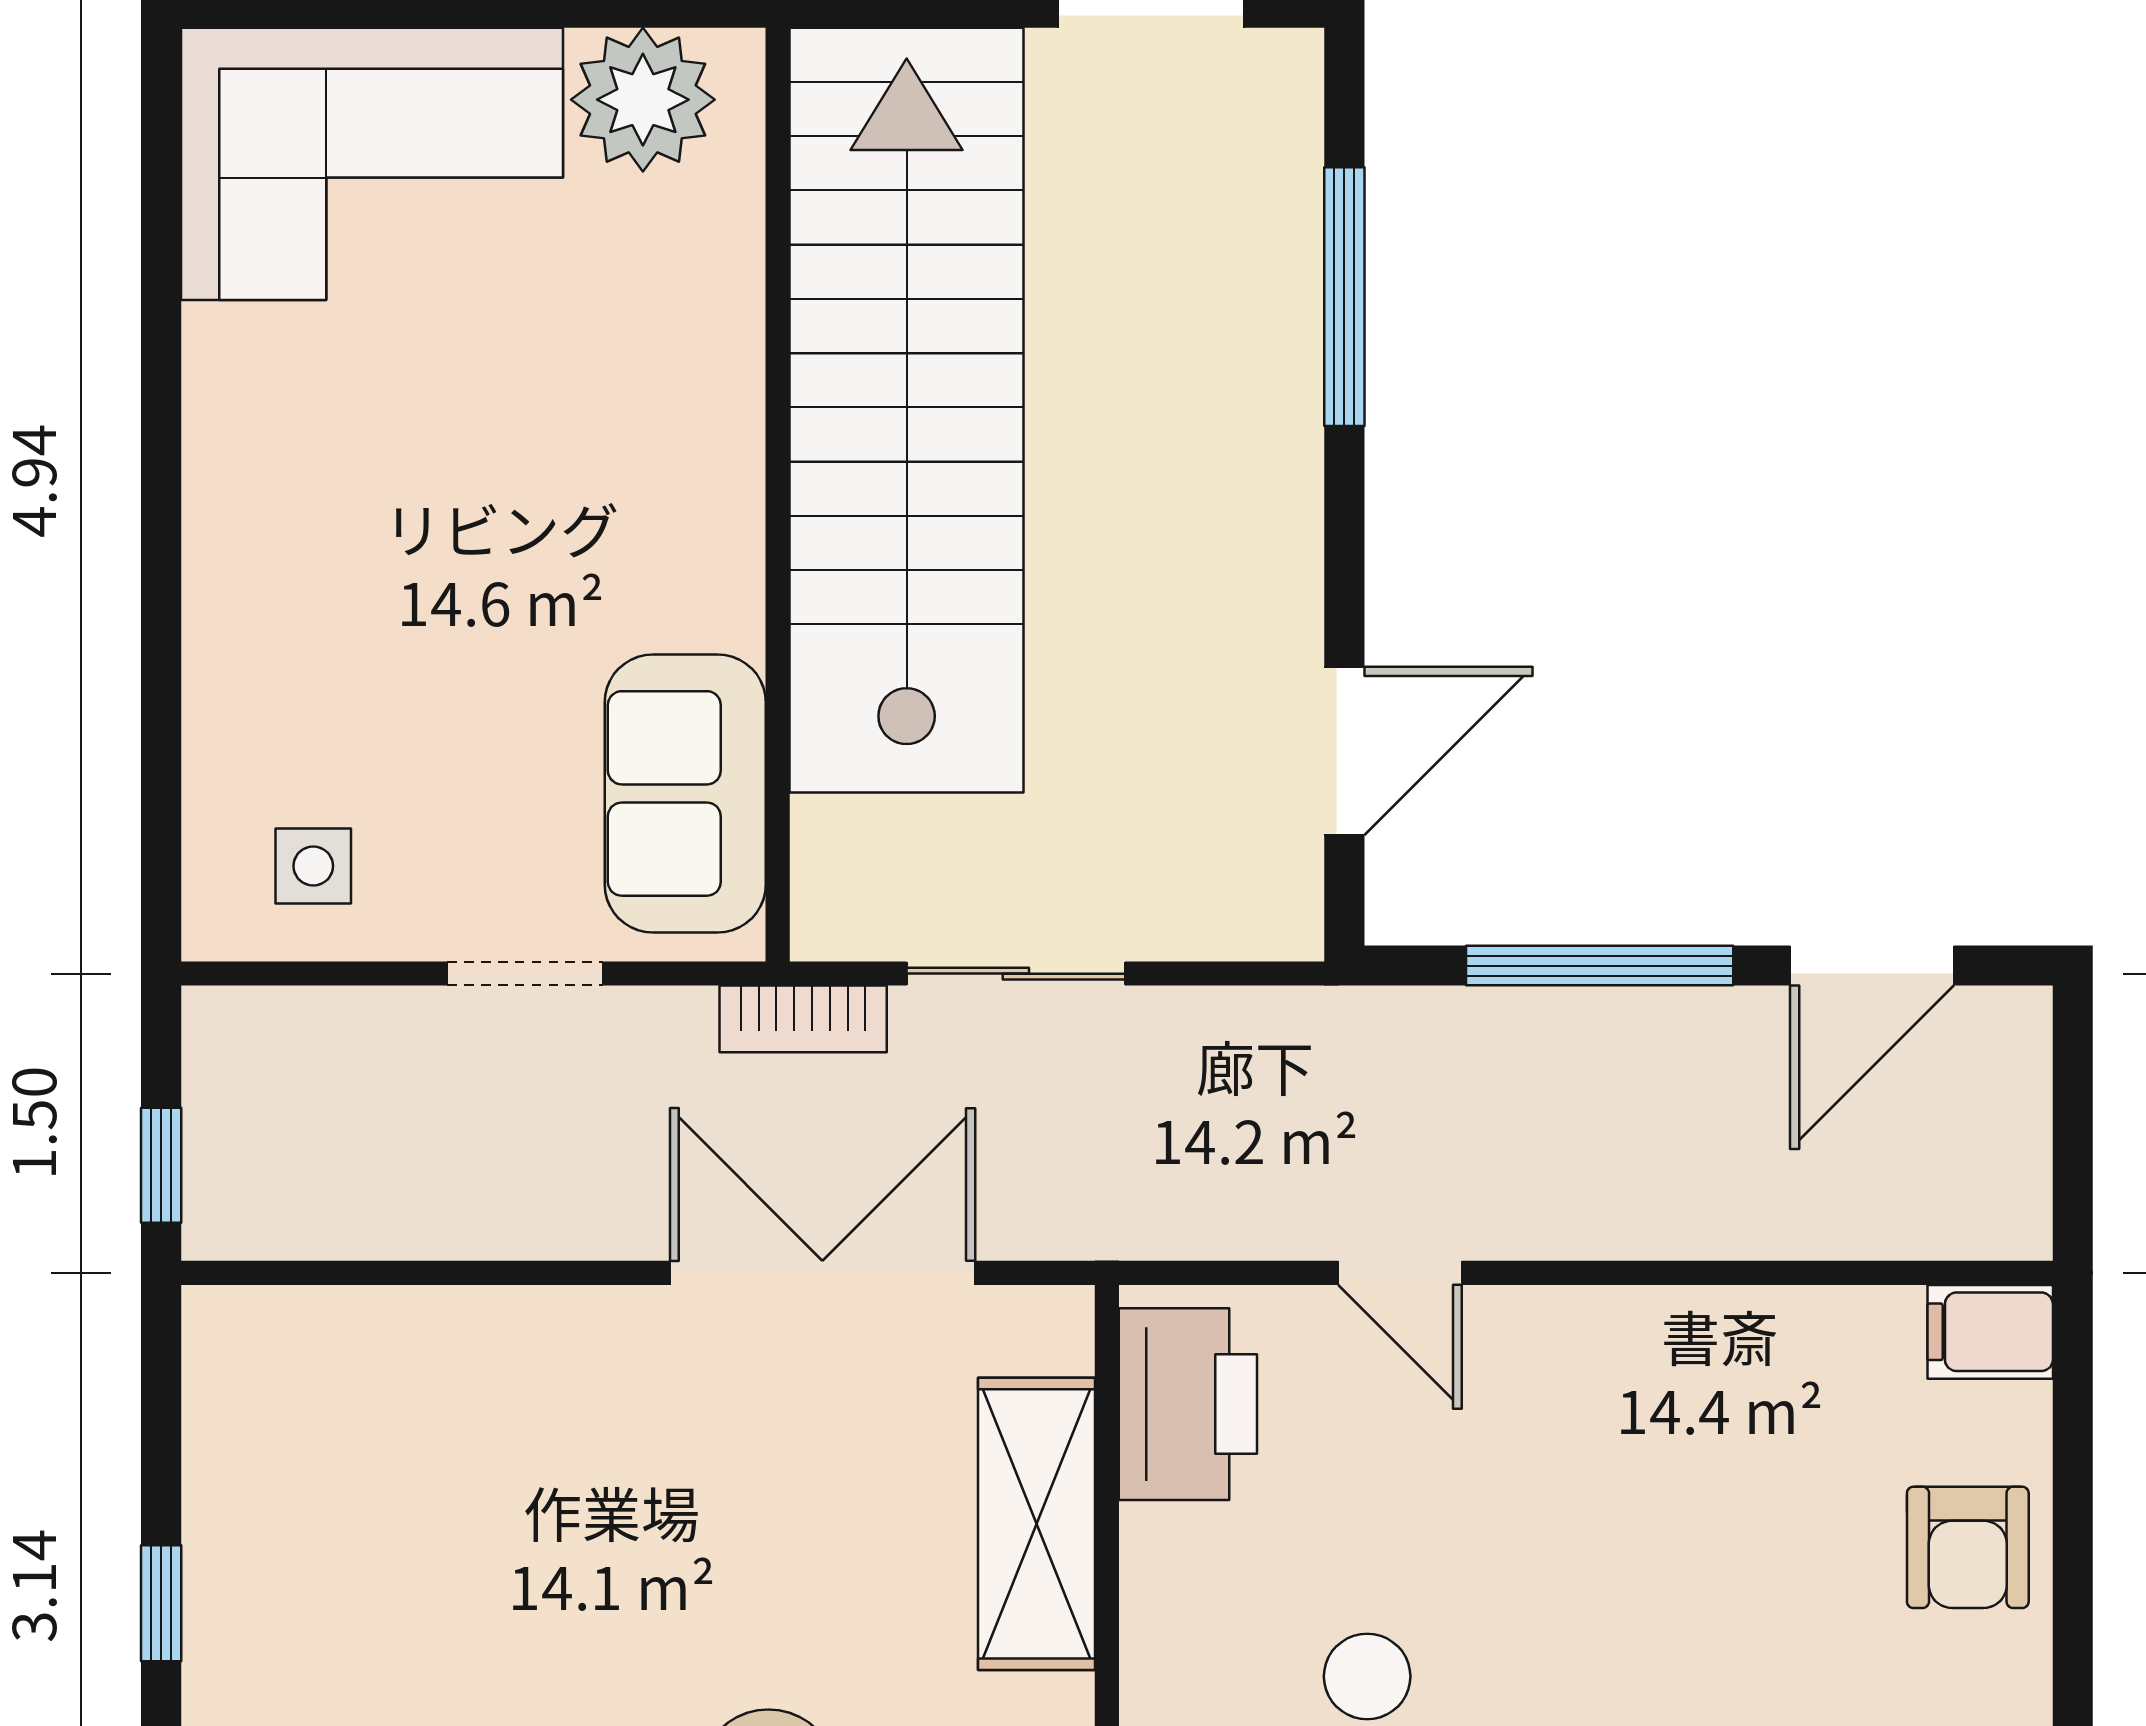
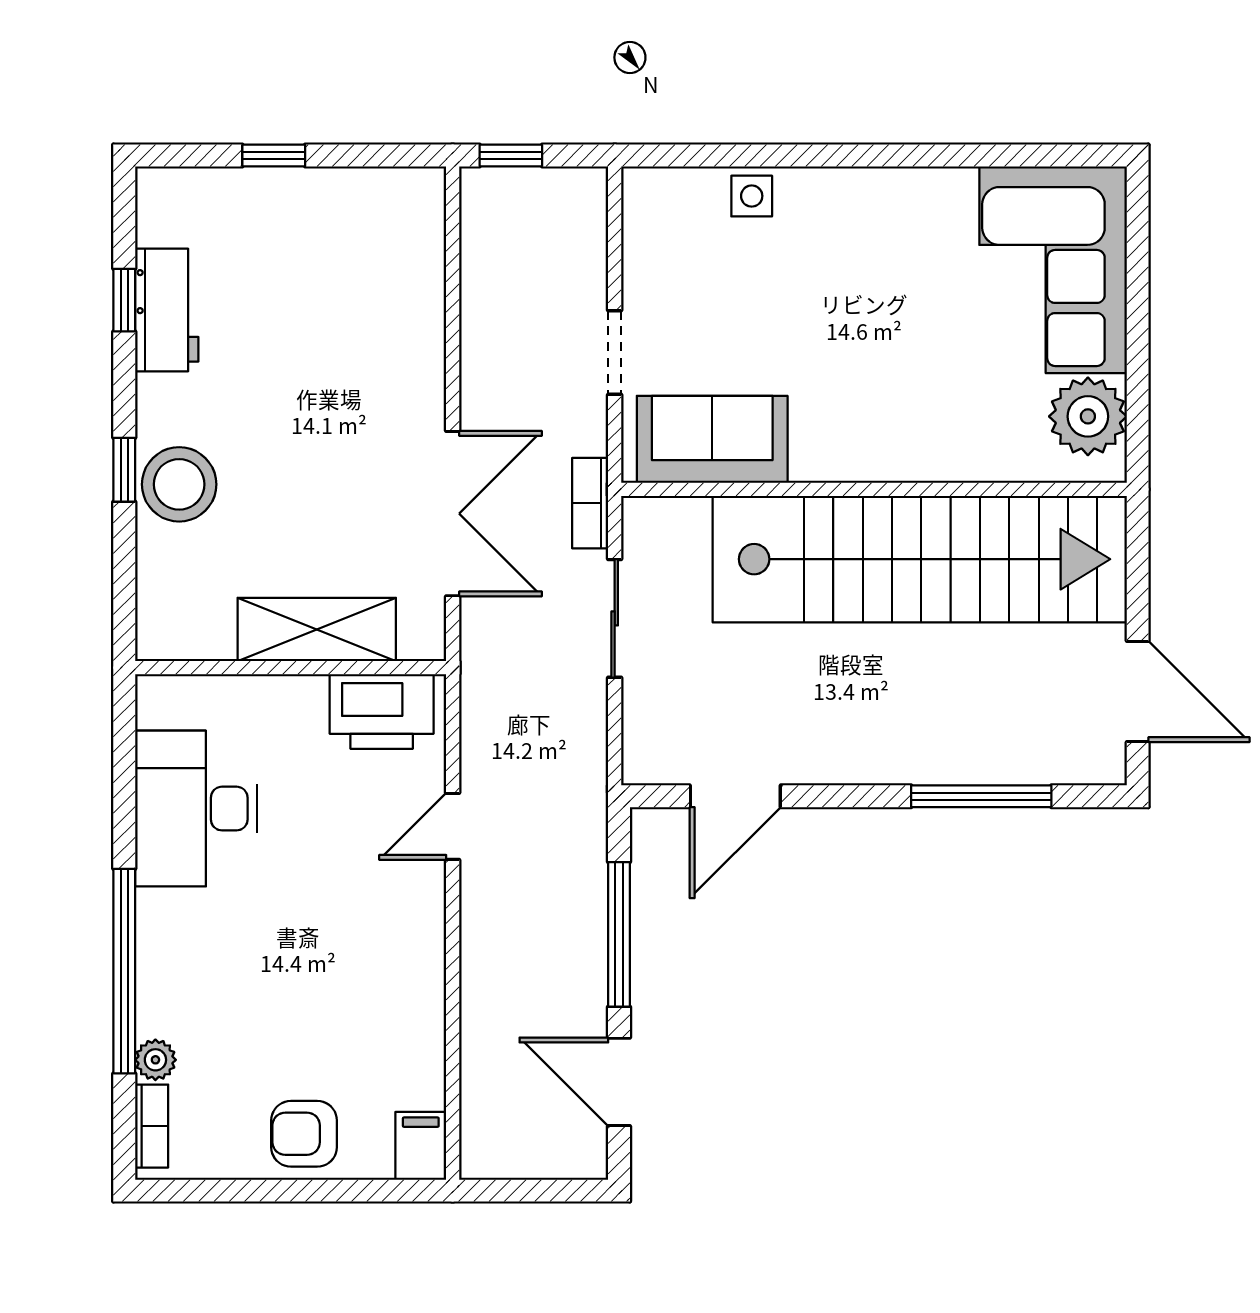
door: (1344, 751) -> (735, 796), hinge flipped
side table: (313, 866) -> (752, 196), moved

